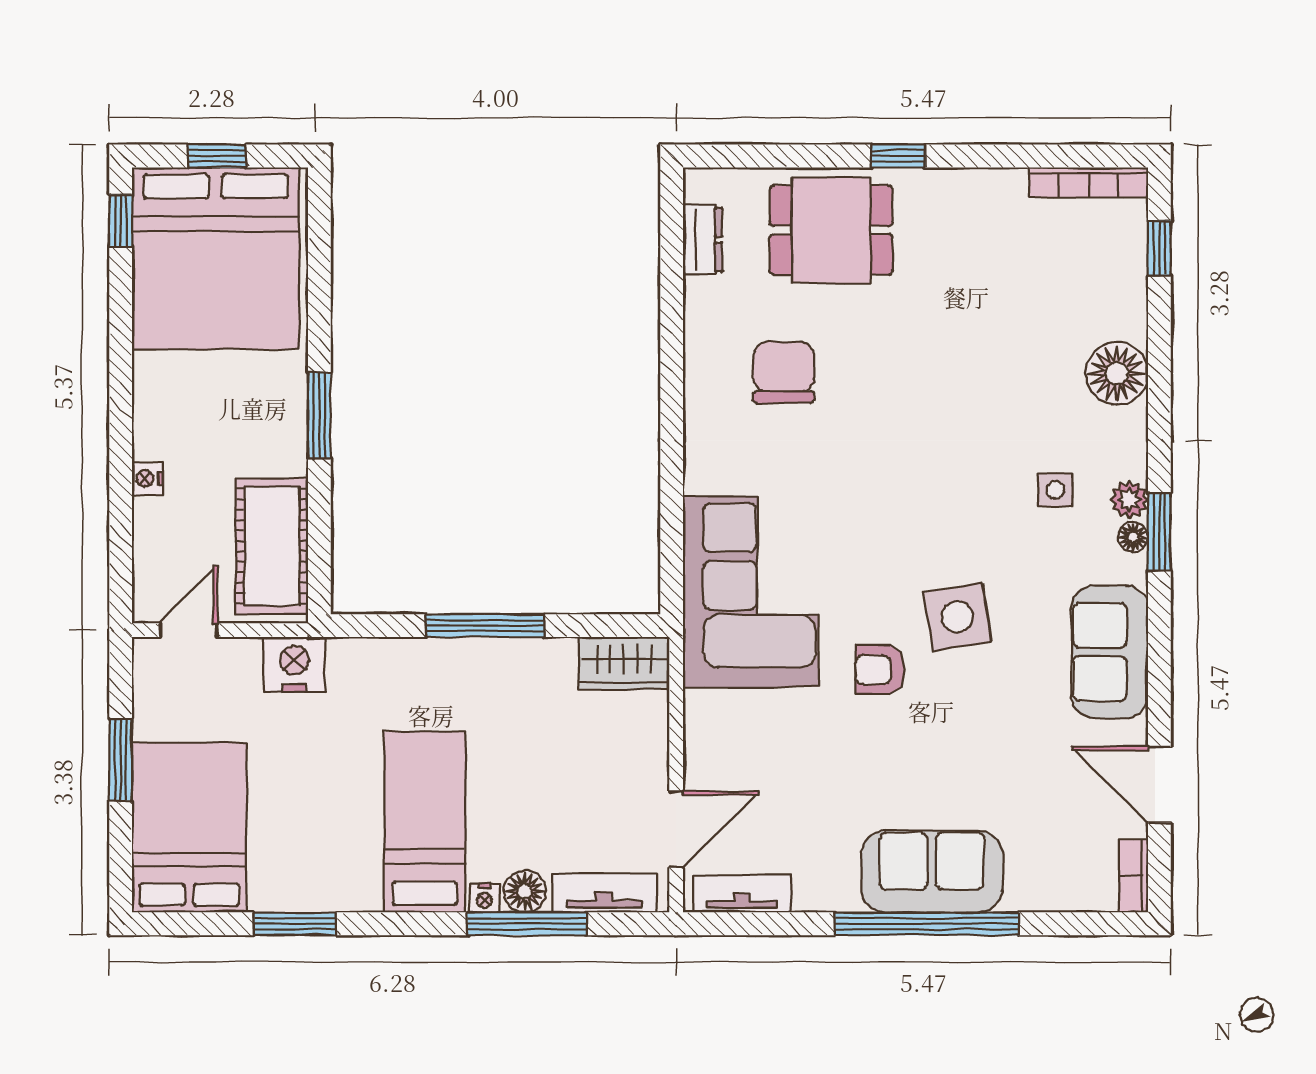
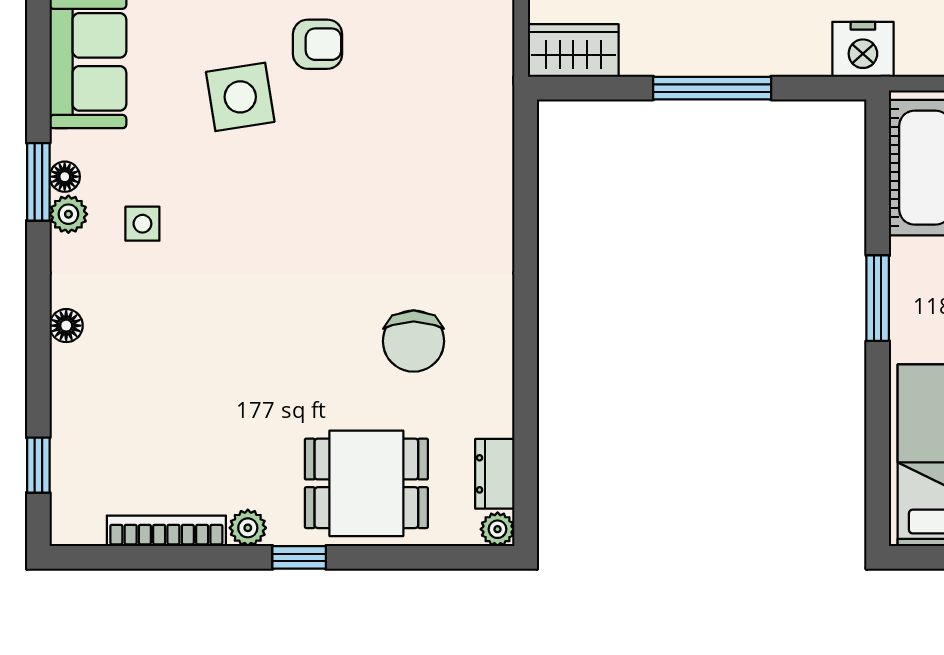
bookcase: (1089, 183) -> (166, 531), moved
plant: (700, 184) -> (498, 529), added
plant: (950, 186) -> (248, 528), added
floor lamp: (1117, 373) -> (66, 326), width x0.53, depth x0.53
corner sofa: (751, 592) -> (447, 122), removed
nightstand: (294, 664) -> (863, 49), moved

